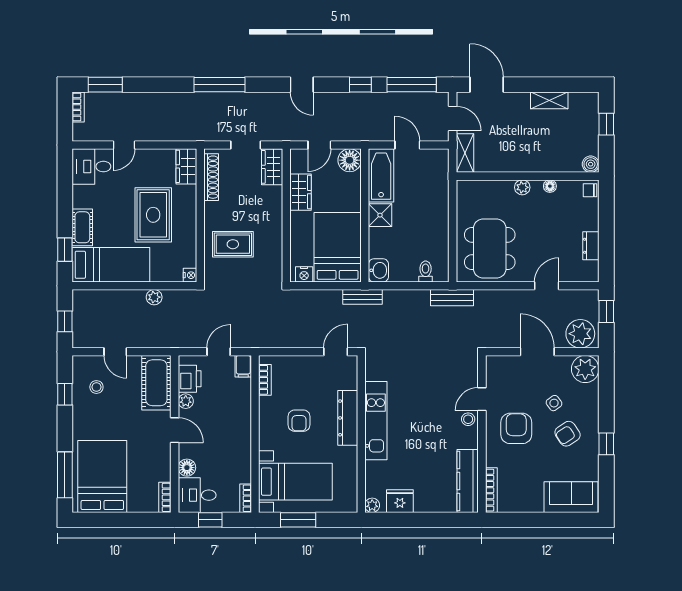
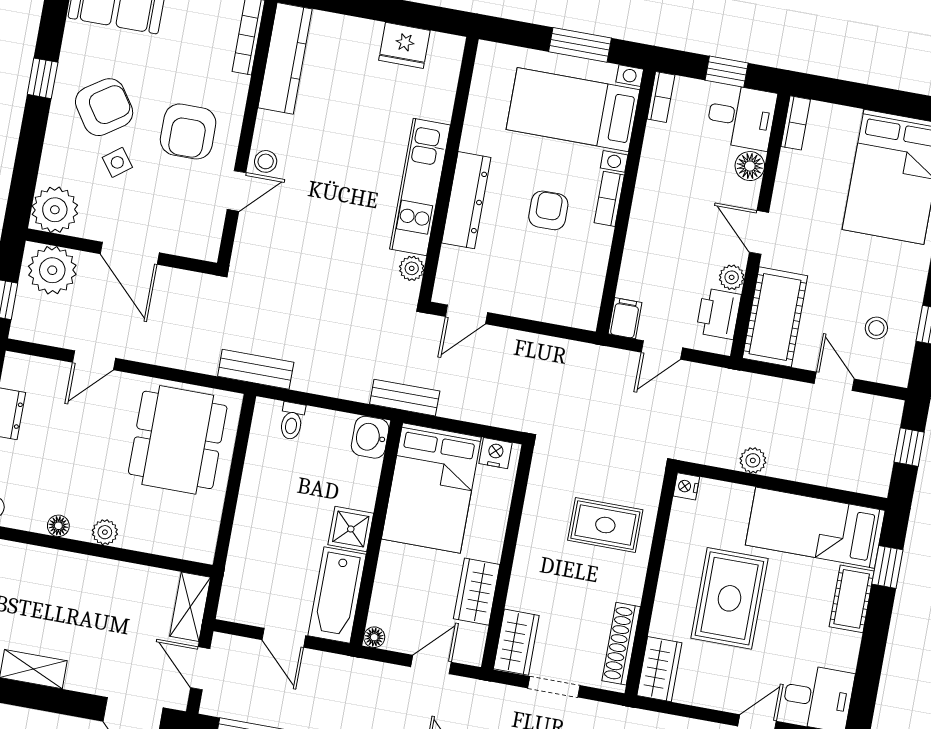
floor lamp: (350, 160) -> (374, 637), width x0.53, depth x0.53
bookcase: (265, 380) -> (609, 199), moved
armchair: (568, 434) -> (104, 107), width x1.38, depth x1.38
plant: (372, 505) -> (412, 268), moved

